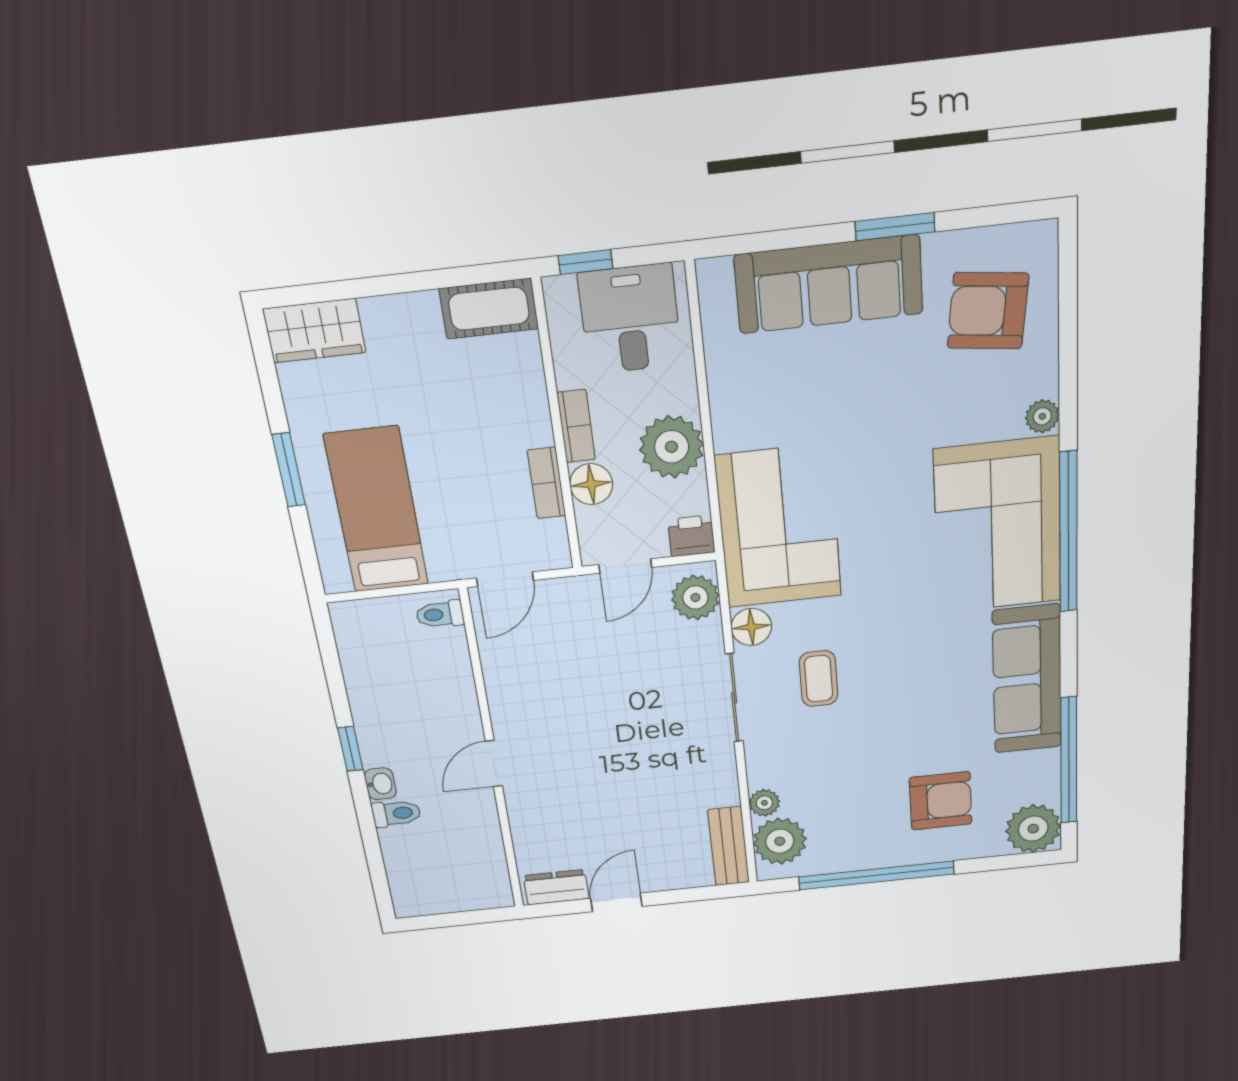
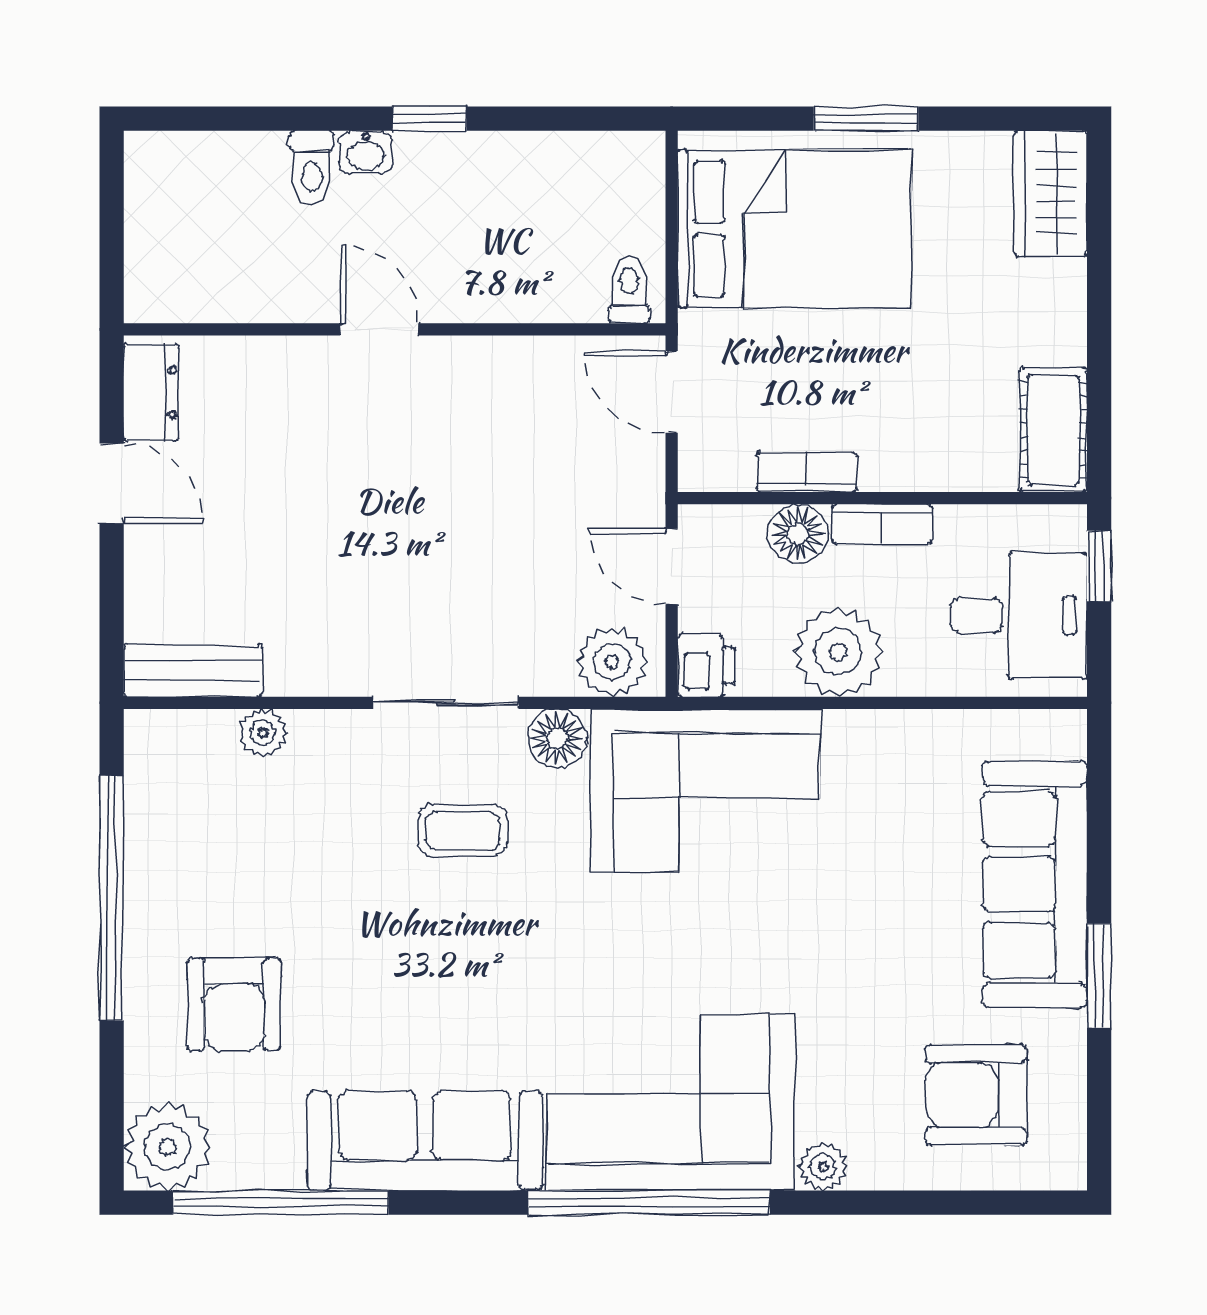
armchair: (988, 311) -> (976, 1095), turned -97
bed: (376, 510) -> (795, 229), width x1.50
plant: (780, 841) -> (192, 751), removed

